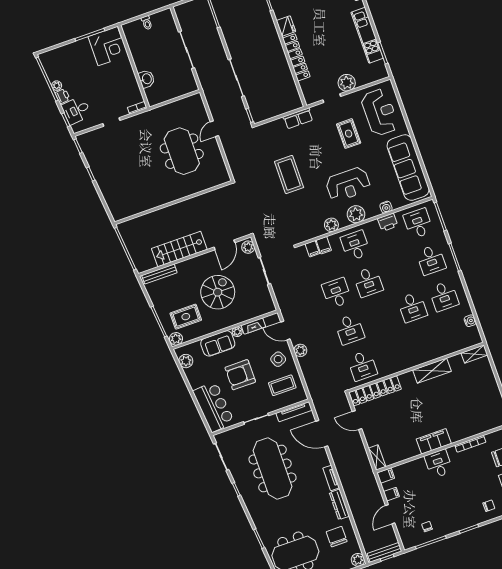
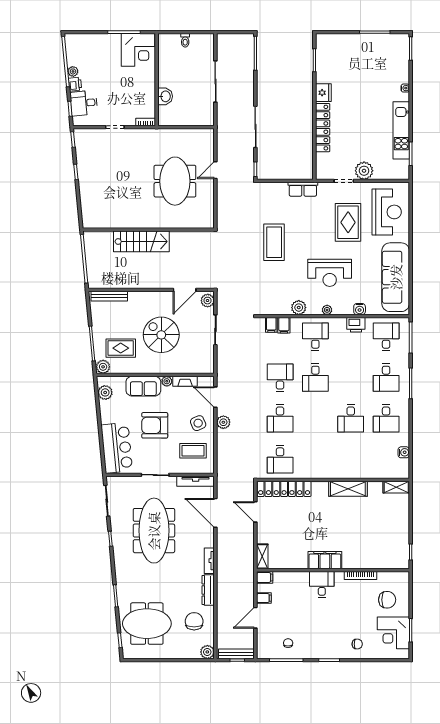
rug: (349, 134) -> (348, 222), width x1.36, depth x1.43
plant: (356, 214) -> (327, 310), width x0.53, depth x0.53
stairs: (179, 249) -> (141, 241), moved, turned 180
spiral stairs: (218, 292) -> (161, 335), turned -90

